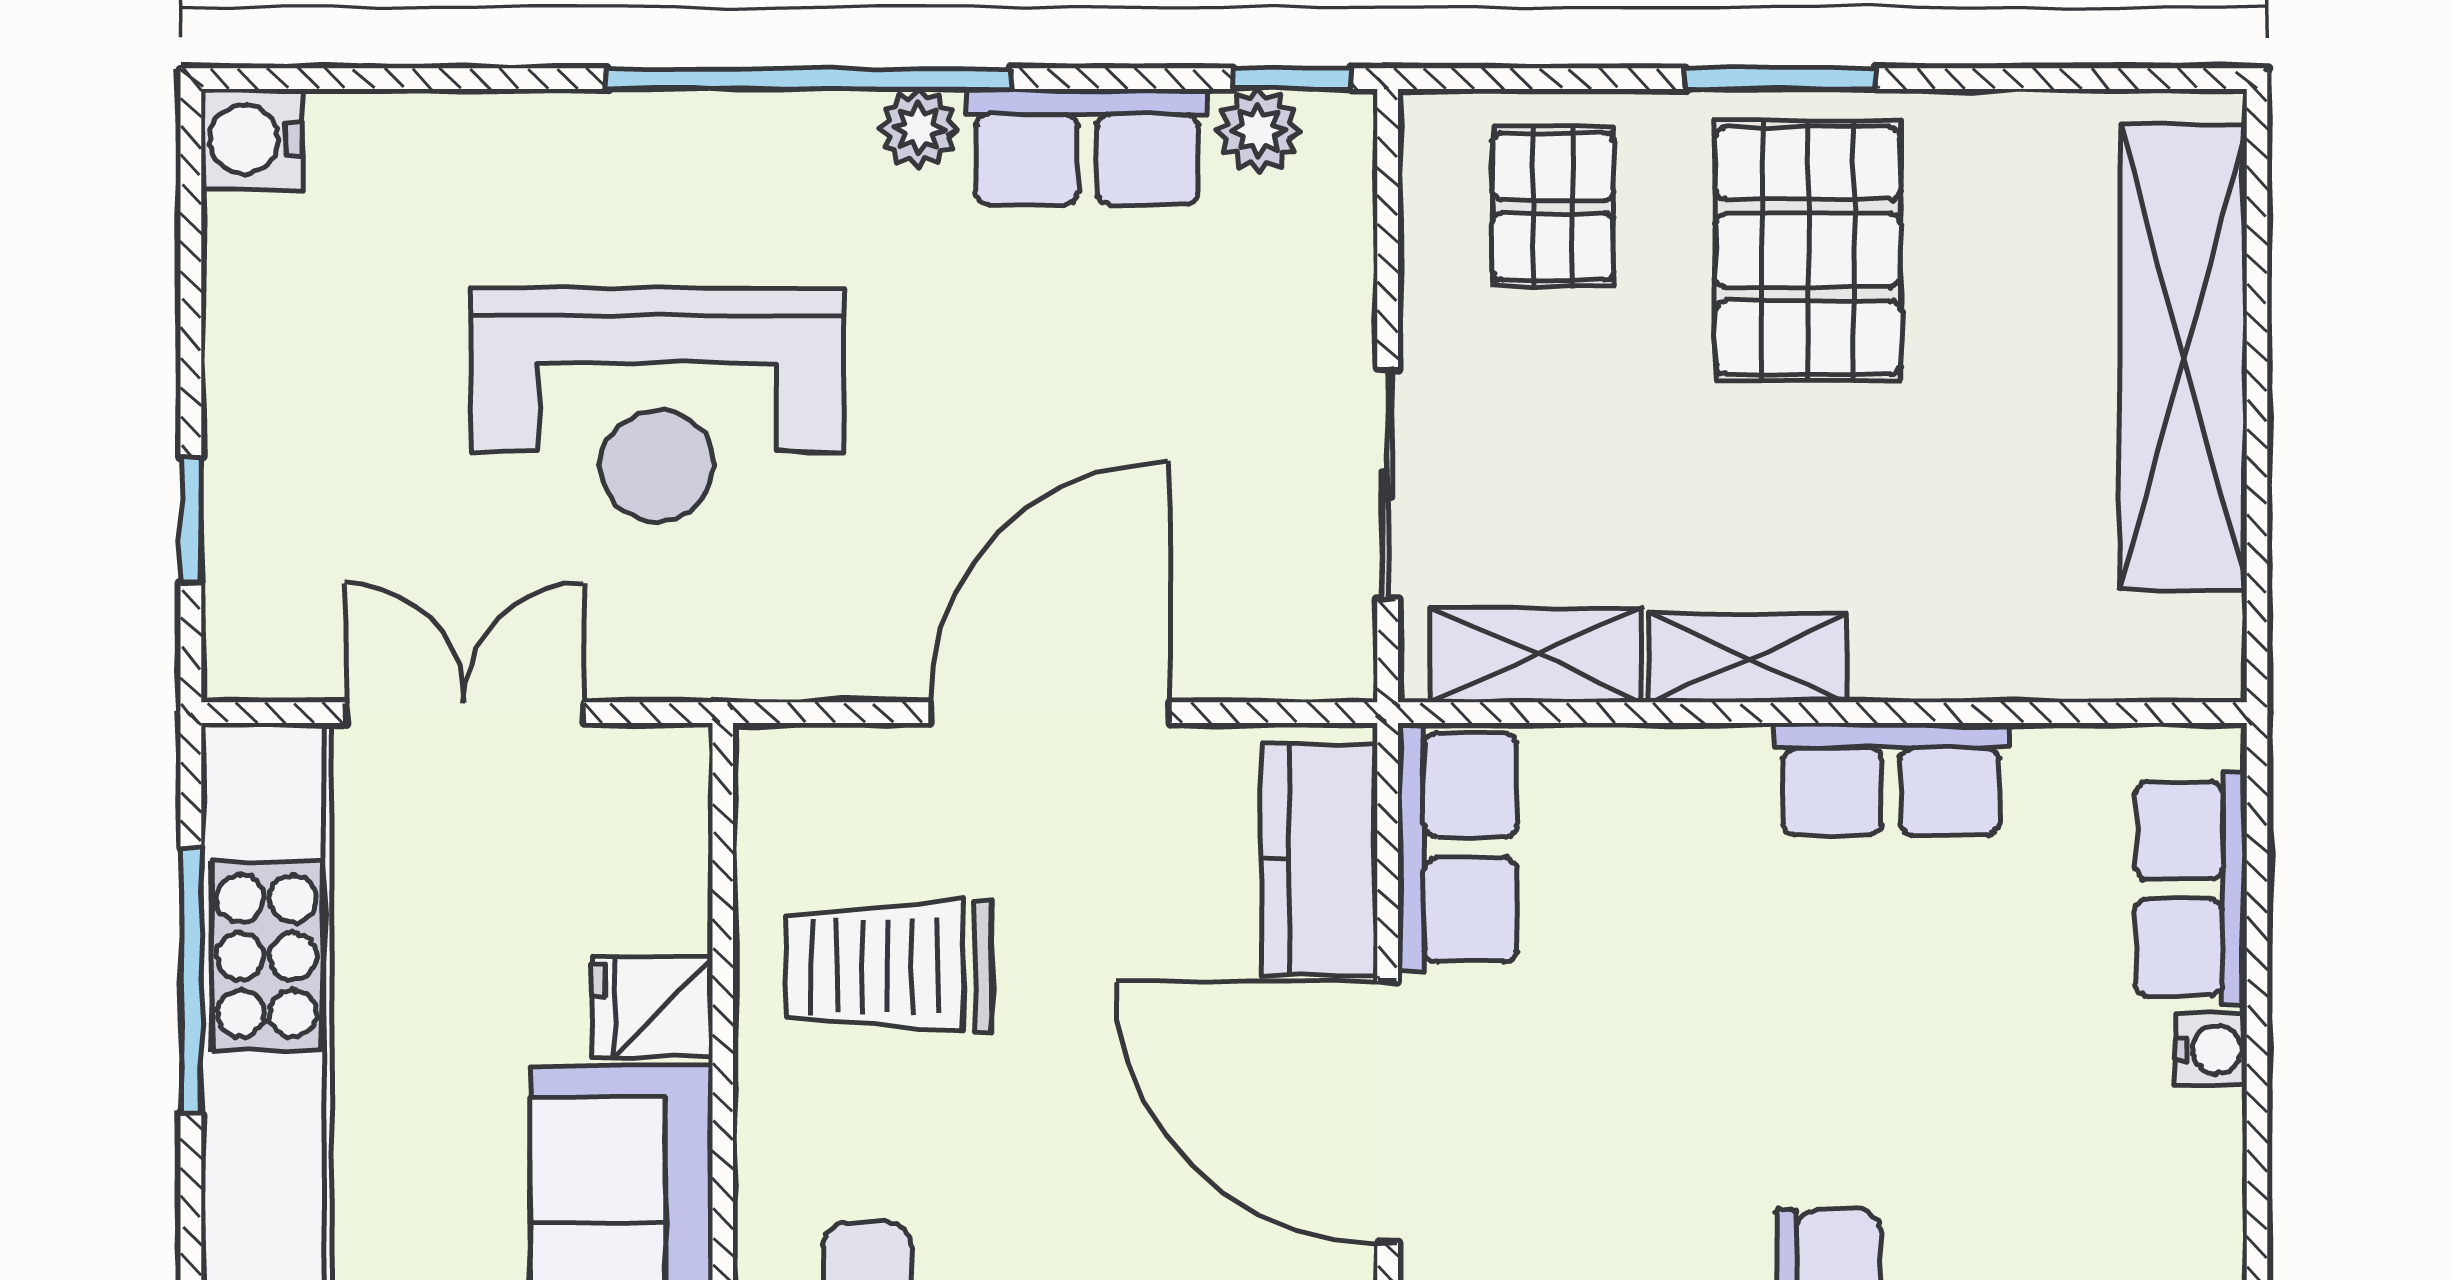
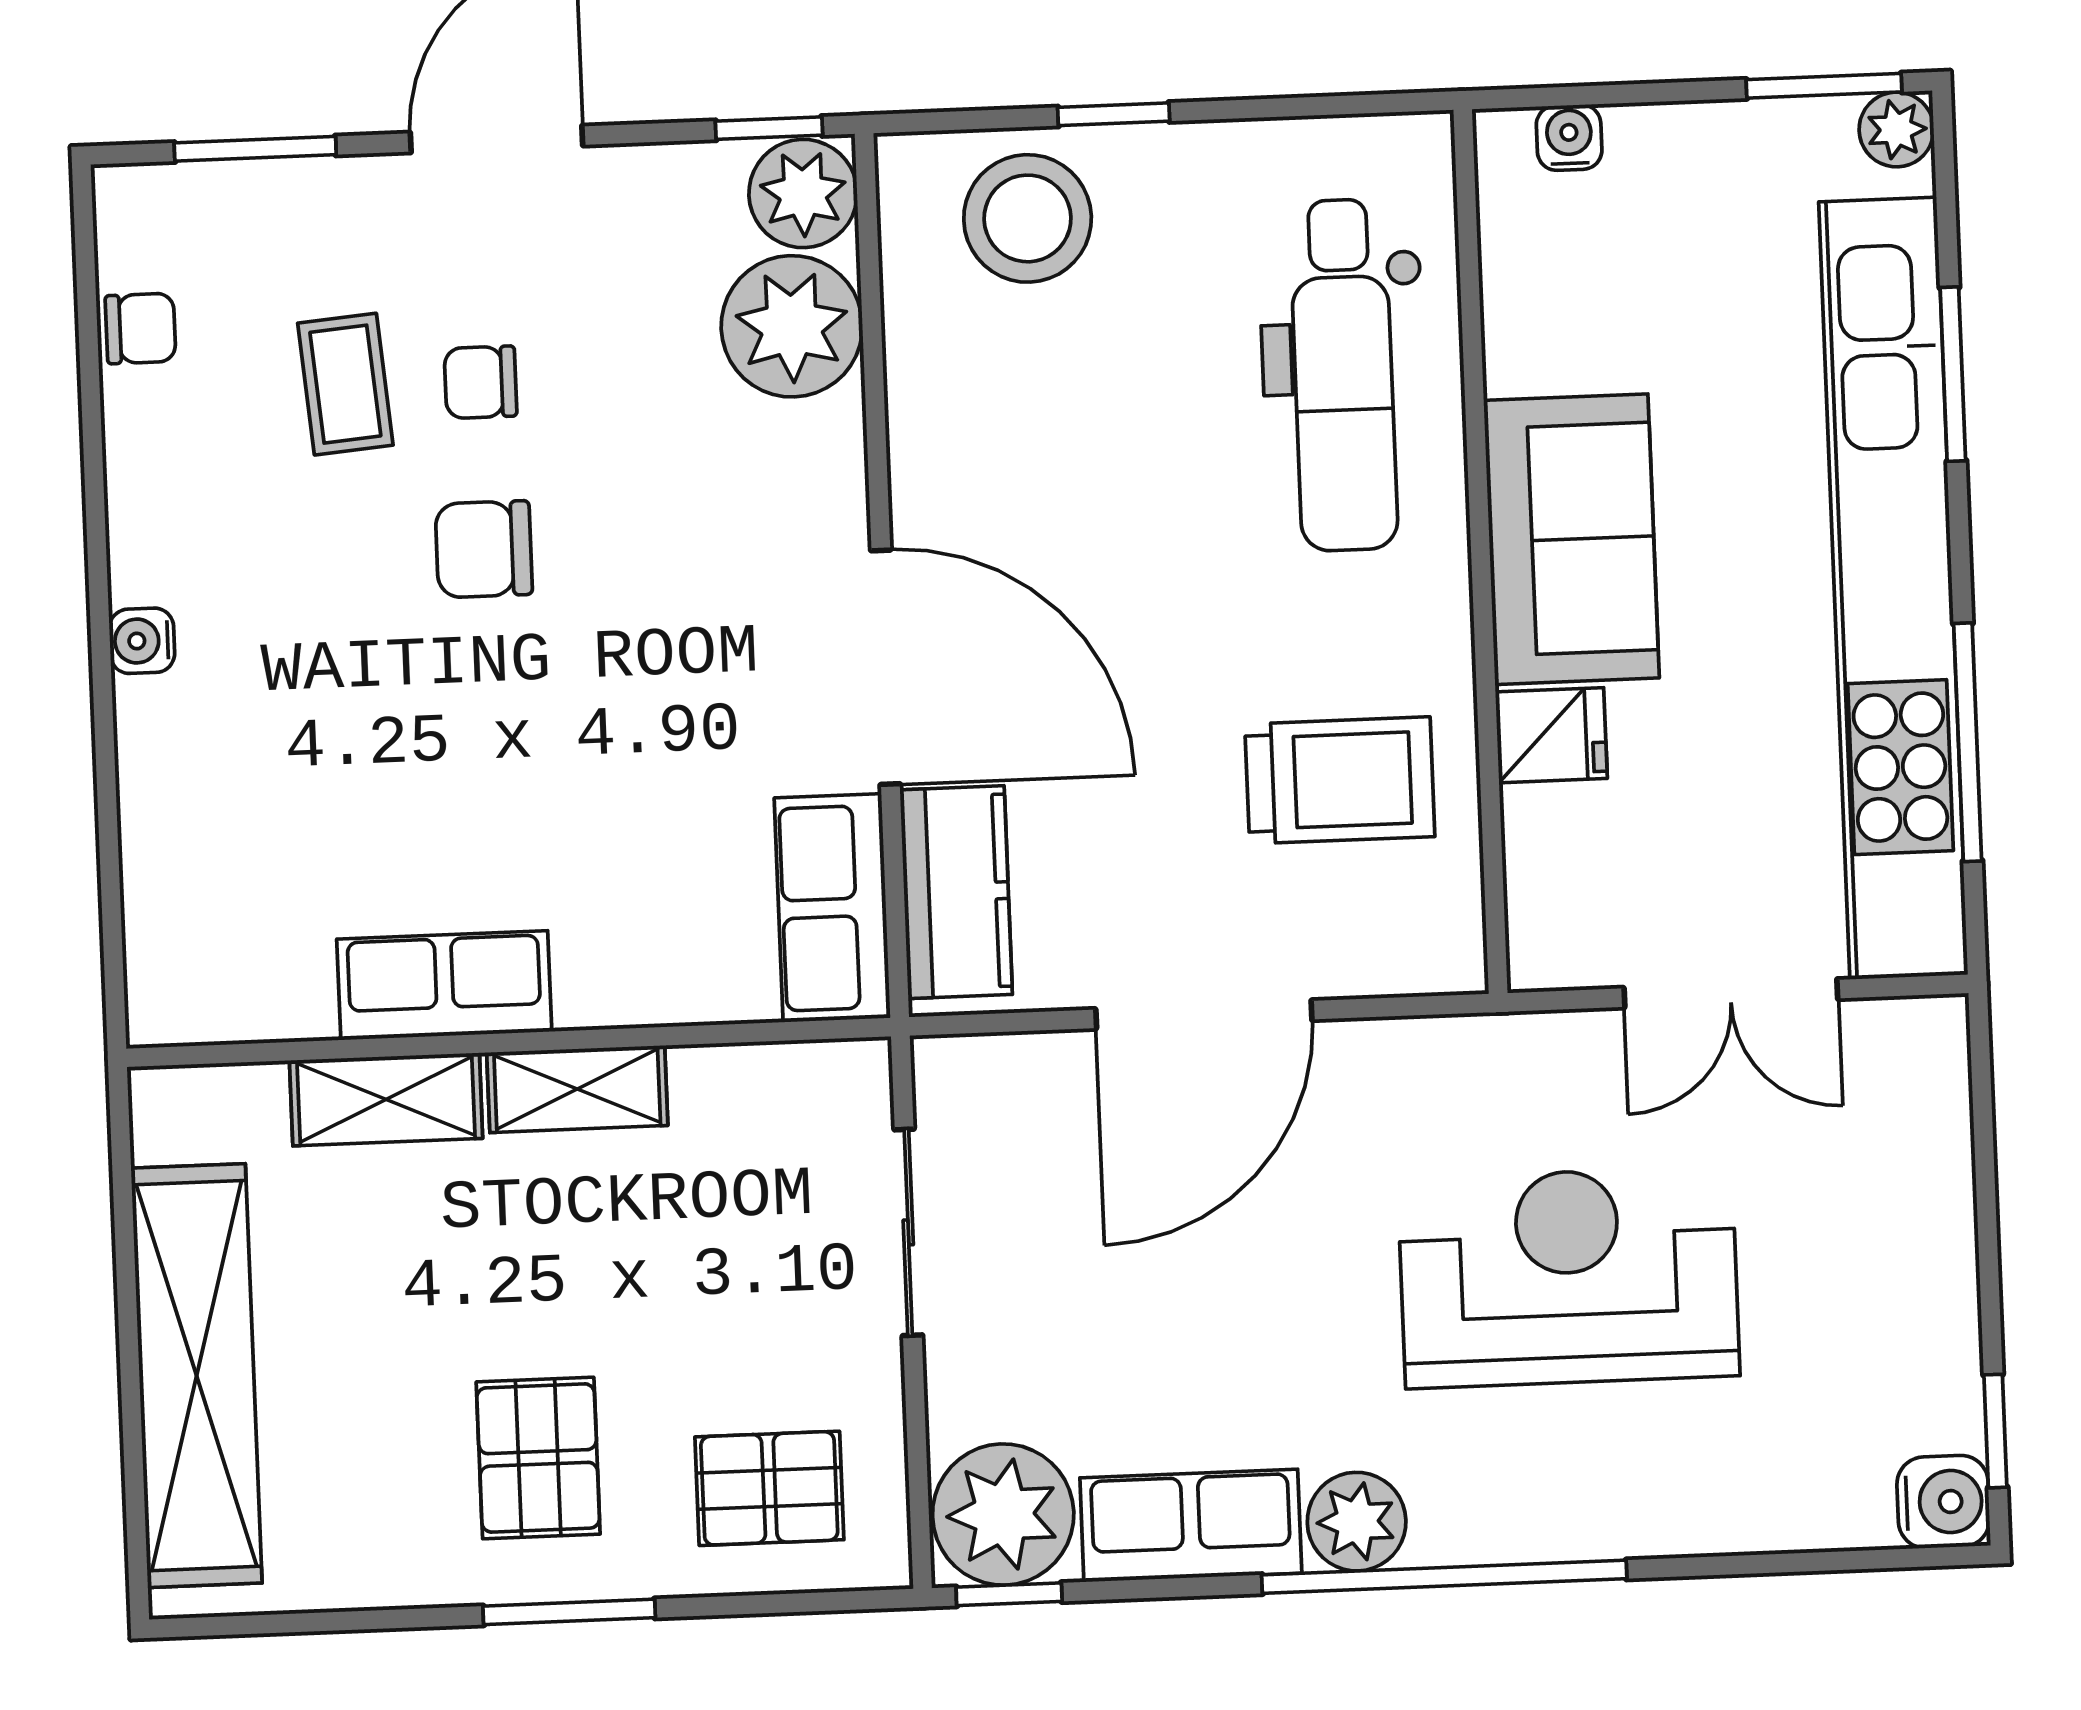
plant: (918, 129) -> (1357, 1522), width x1.38, depth x1.38
plant: (1258, 131) -> (1003, 1514), width x1.87, depth x1.87
pallet: (1553, 207) -> (769, 1488), turned 90
pallet: (1808, 251) -> (538, 1458), width x0.67, depth x0.71
window: (191, 520) -> (1995, 1431), moved
shelving: (1536, 655) -> (386, 1099), moved
row of seats: (2191, 889) -> (170, 897), removed
water cooler: (2211, 1049) -> (142, 641), moved

